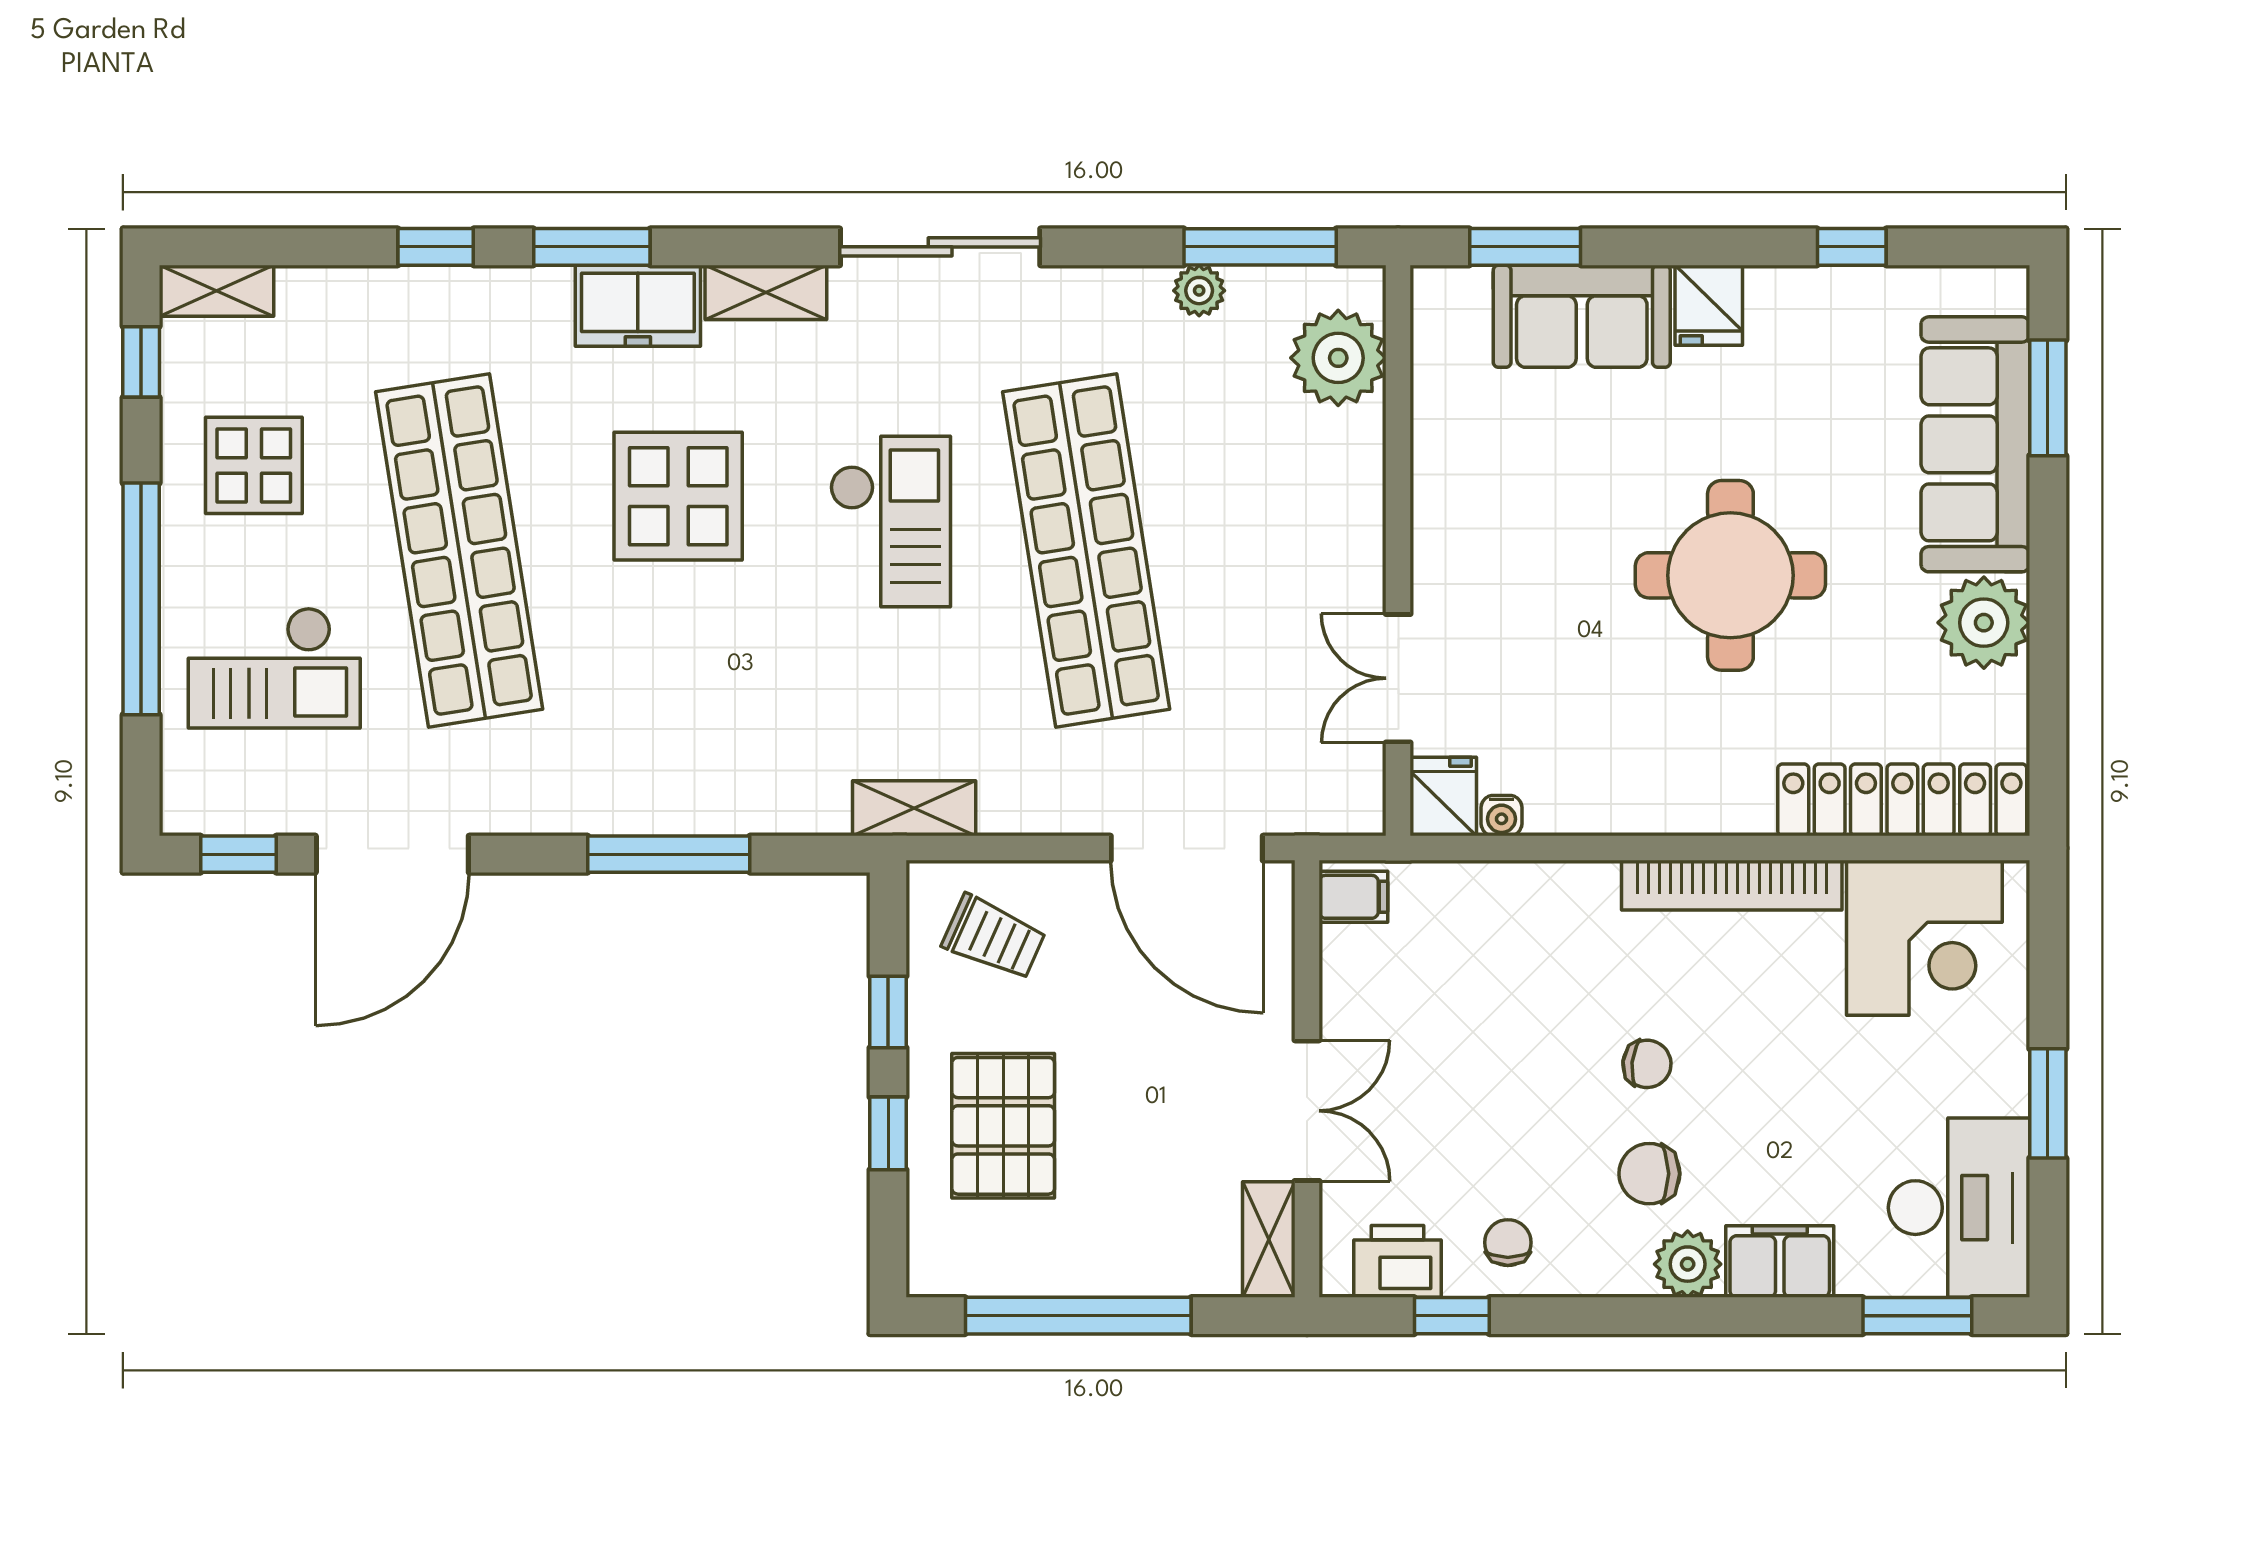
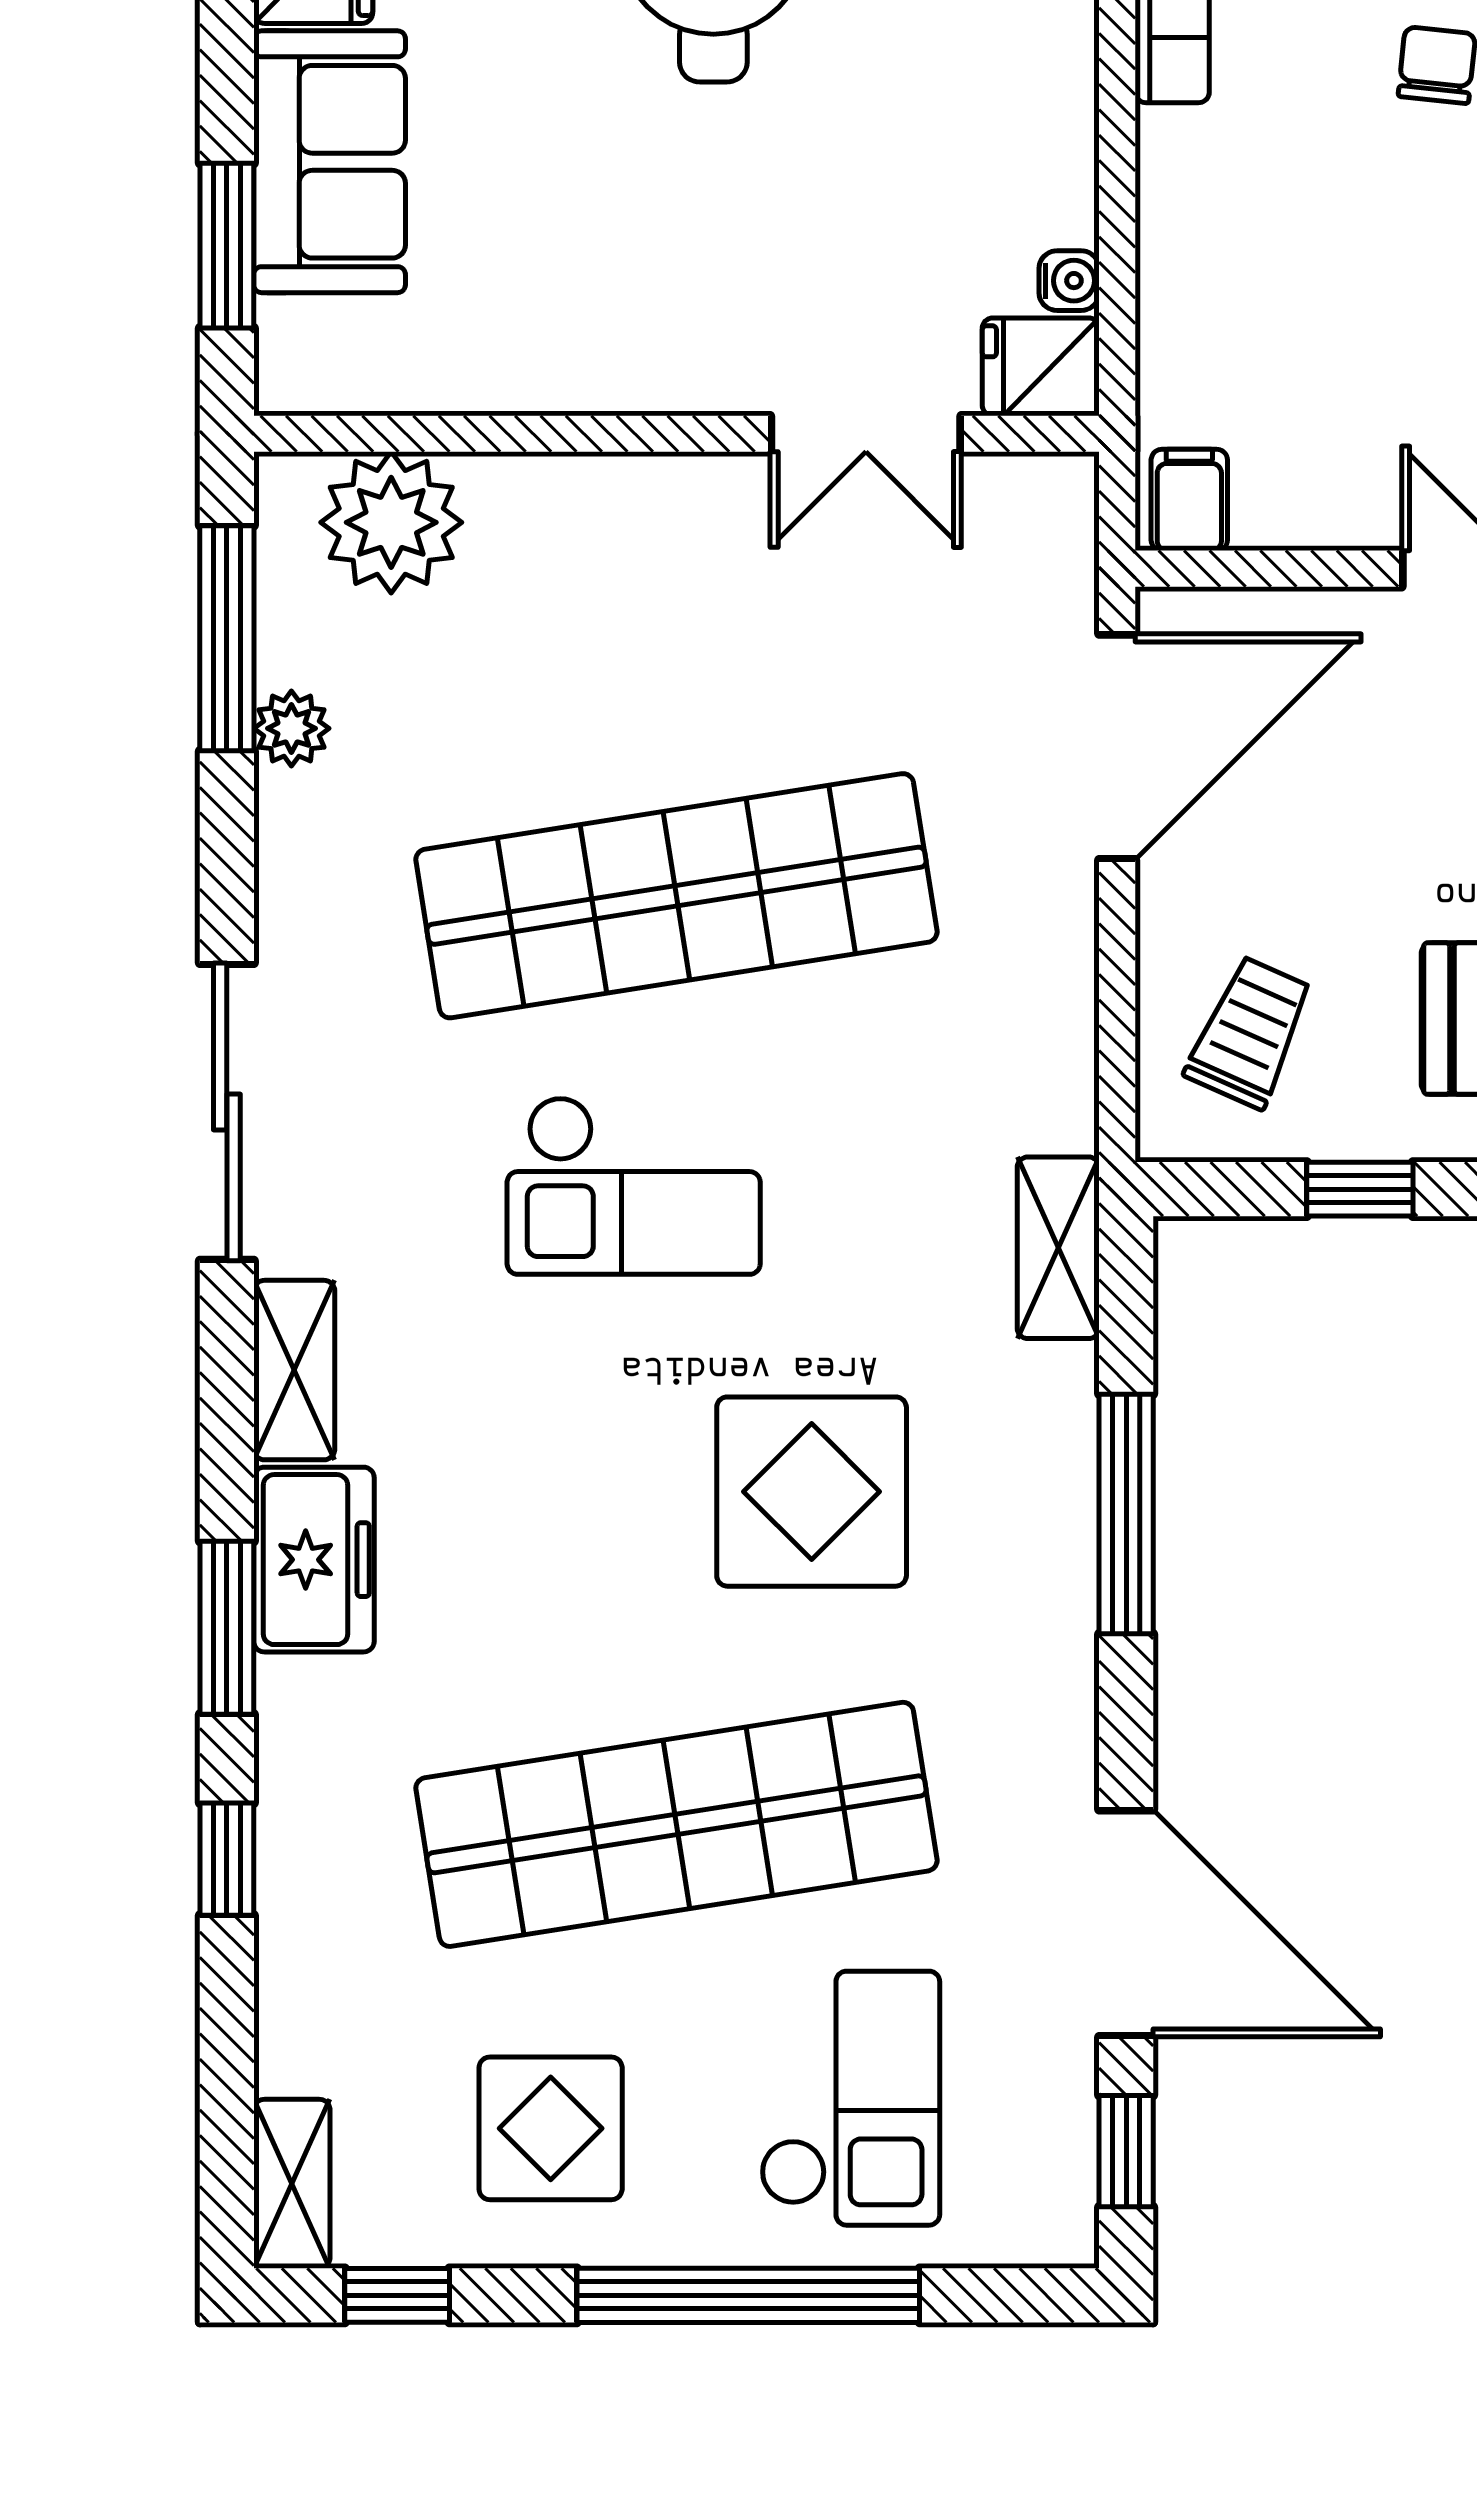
display table: (678, 496) -> (812, 1492), moved
checkout: (890, 522) -> (634, 1186), turned 180
shelving: (914, 808) -> (1058, 1248), moved

